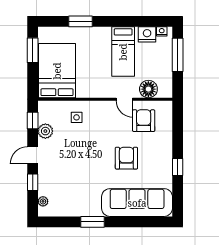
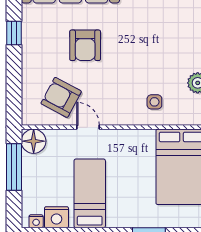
window: (178, 55) -> (14, 167), moved
floor lamp: (148, 89) -> (34, 141), moved
armchair: (144, 121) -> (61, 97), turned 118

